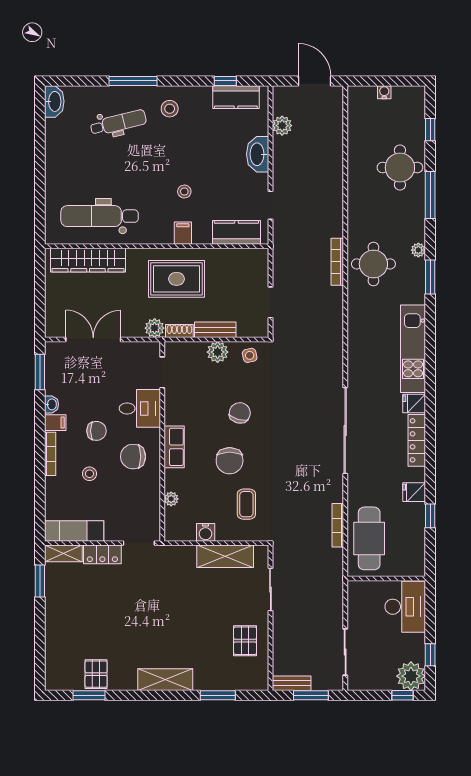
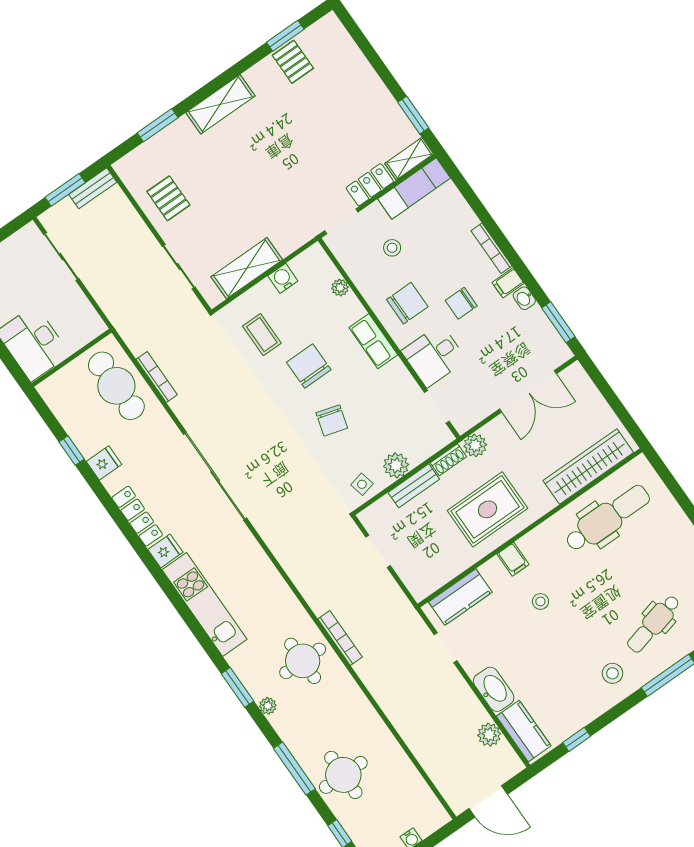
kitchen counter: (236, 97) -> (524, 731), moved, turned 90
stool: (89, 474) -> (392, 248), moved

